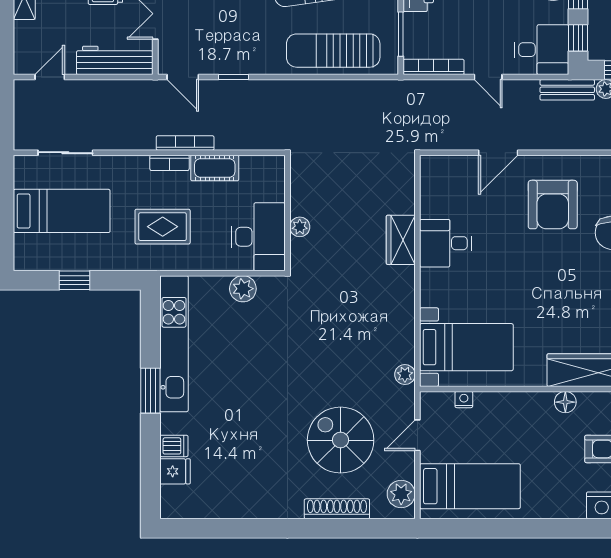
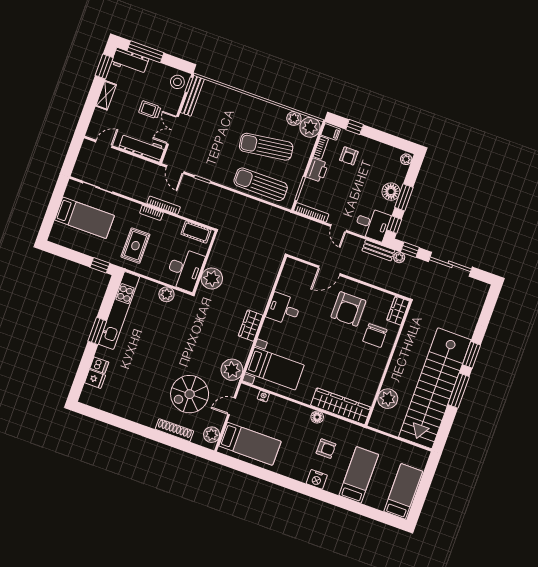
cot: (215, 168) -> (196, 232), moved
rug: (163, 227) -> (135, 246), turned 90
plant: (300, 227) -> (212, 279), width x1.87, depth x1.87
wardrobe: (401, 240) -> (251, 326), moved
window: (75, 280) -> (100, 265), moved
plant: (405, 375) -> (232, 370), width x1.87, depth x1.87
spiral stairs: (341, 440) -> (190, 394), turned -90

